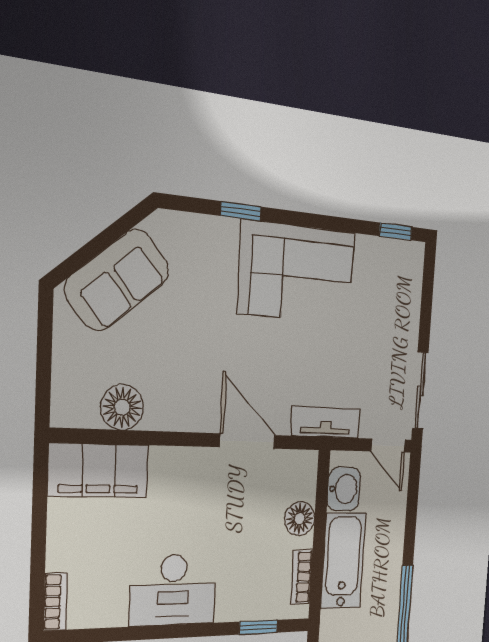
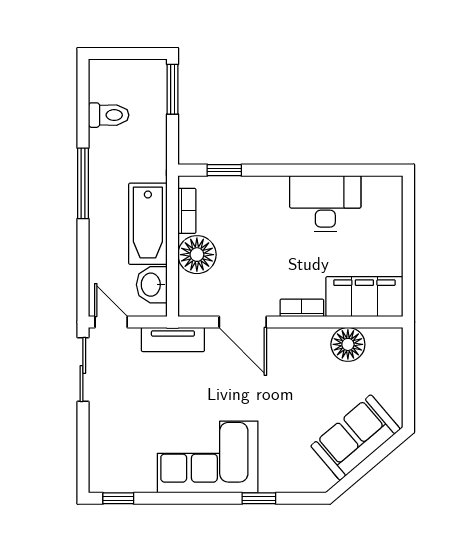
floor lamp: (300, 519) -> (197, 255), width x1.38, depth x1.38
desk: (173, 590) -> (325, 204), moved
bookcase: (55, 602) -> (302, 308), moved, turned 90

